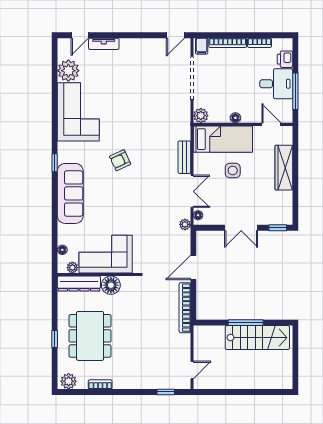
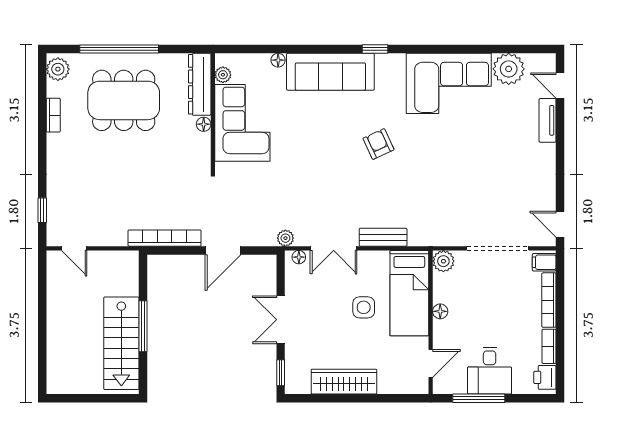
printer: (285, 59) -> (545, 377), moved, turned -90
wardrobe: (284, 168) -> (344, 382), moved
floor lamp: (62, 250) -> (278, 60), moved
door: (193, 267) -> (223, 250), swing flipped
floor lamp: (111, 285) -> (204, 124), width x0.53, depth x0.53
window: (55, 339) -> (119, 49), width x3.17

